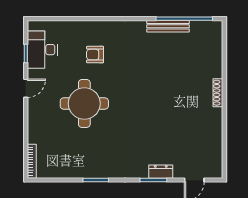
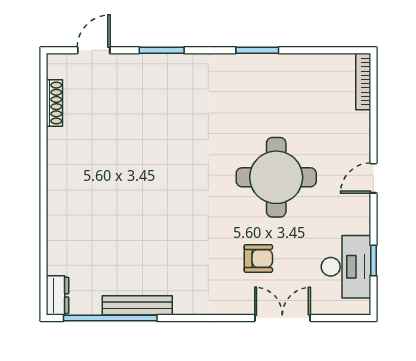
double door: (81, 19) -> (282, 318), added
door: (26, 88) -> (373, 178), moved
shoe rack: (218, 93) -> (54, 103), moved
dresser: (161, 172) -> (58, 295), moved, turned -90

